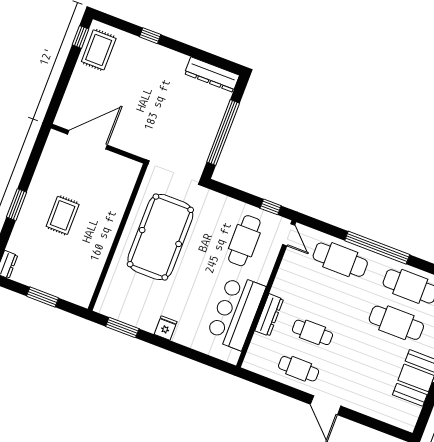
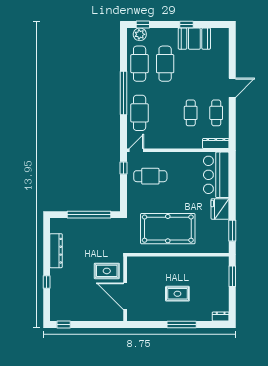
rug: (99, 50) -> (107, 271), moved
dresser: (212, 75) -> (56, 251), moved
window: (17, 205) -> (182, 325), width x1.44
window: (42, 297) -> (232, 276), moved
bar counter: (236, 312) -> (216, 175), moved, turned 90
dresser: (269, 315) -> (216, 144), moved
fridge: (166, 328) -> (220, 209), width x1.88, depth x1.34

